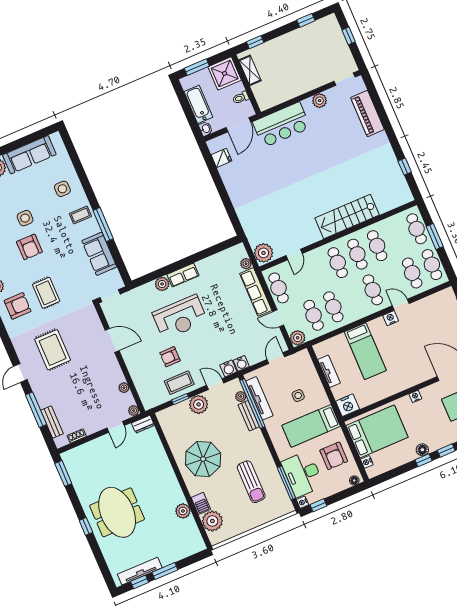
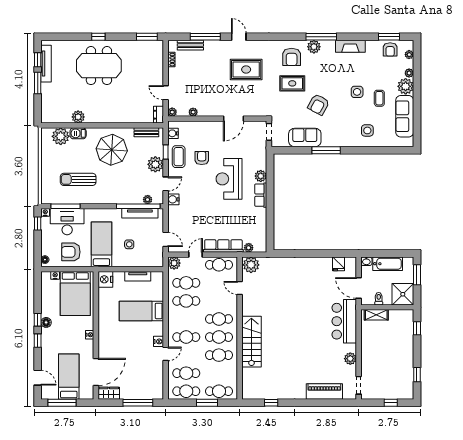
shelving: (250, 70) -> (376, 315), moved
coffee table: (80, 215) -> (379, 98), moved
armchair: (29, 247) -> (318, 104), moved, turned -62
water cooler: (241, 363) -> (173, 133), moved
bench: (249, 416) -> (146, 132), moved

